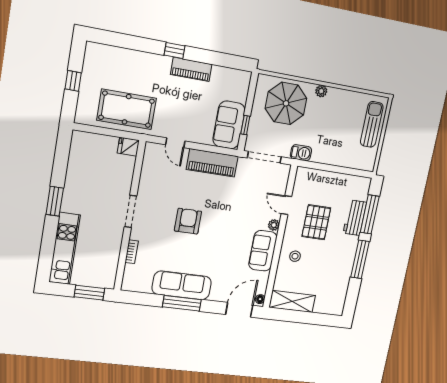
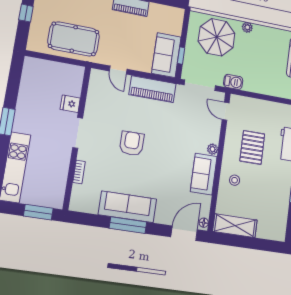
fridge: (128, 147) -> (70, 104), moved
door: (286, 205) -> (226, 111), moved

